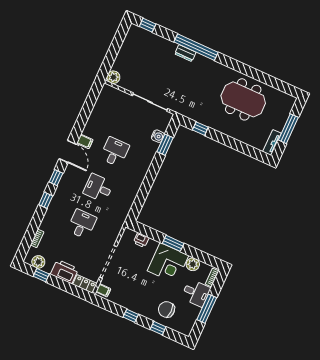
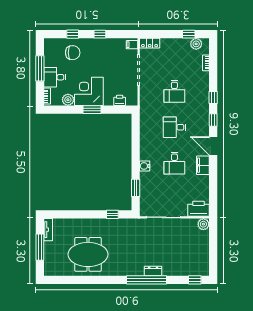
water cooler: (158, 136) -> (145, 166), moved
filing cabinet: (85, 141) -> (203, 165), width x2.00
desk: (98, 188) -> (174, 127), turned 180
printer: (64, 272) -> (198, 209), moved, turned 180

